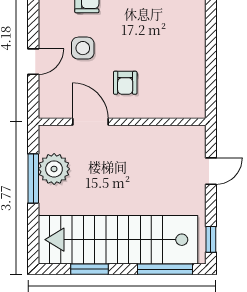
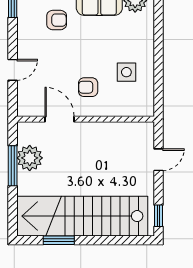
side table: (83, 48) -> (126, 72), moved
armchair: (125, 83) -> (88, 87), turned 90
window: (165, 269) -> (121, 240), removed

